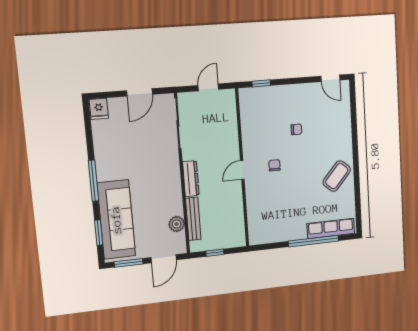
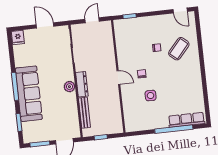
door: (140, 92) -> (45, 25), swing flipped
door: (242, 170) -> (118, 77), swing flipped
coffee table: (337, 176) -> (179, 49), moved
side table: (285, 195) -> (151, 96), added
sofa: (116, 220) -> (29, 94), moved
plant: (177, 224) -> (69, 87), moved

